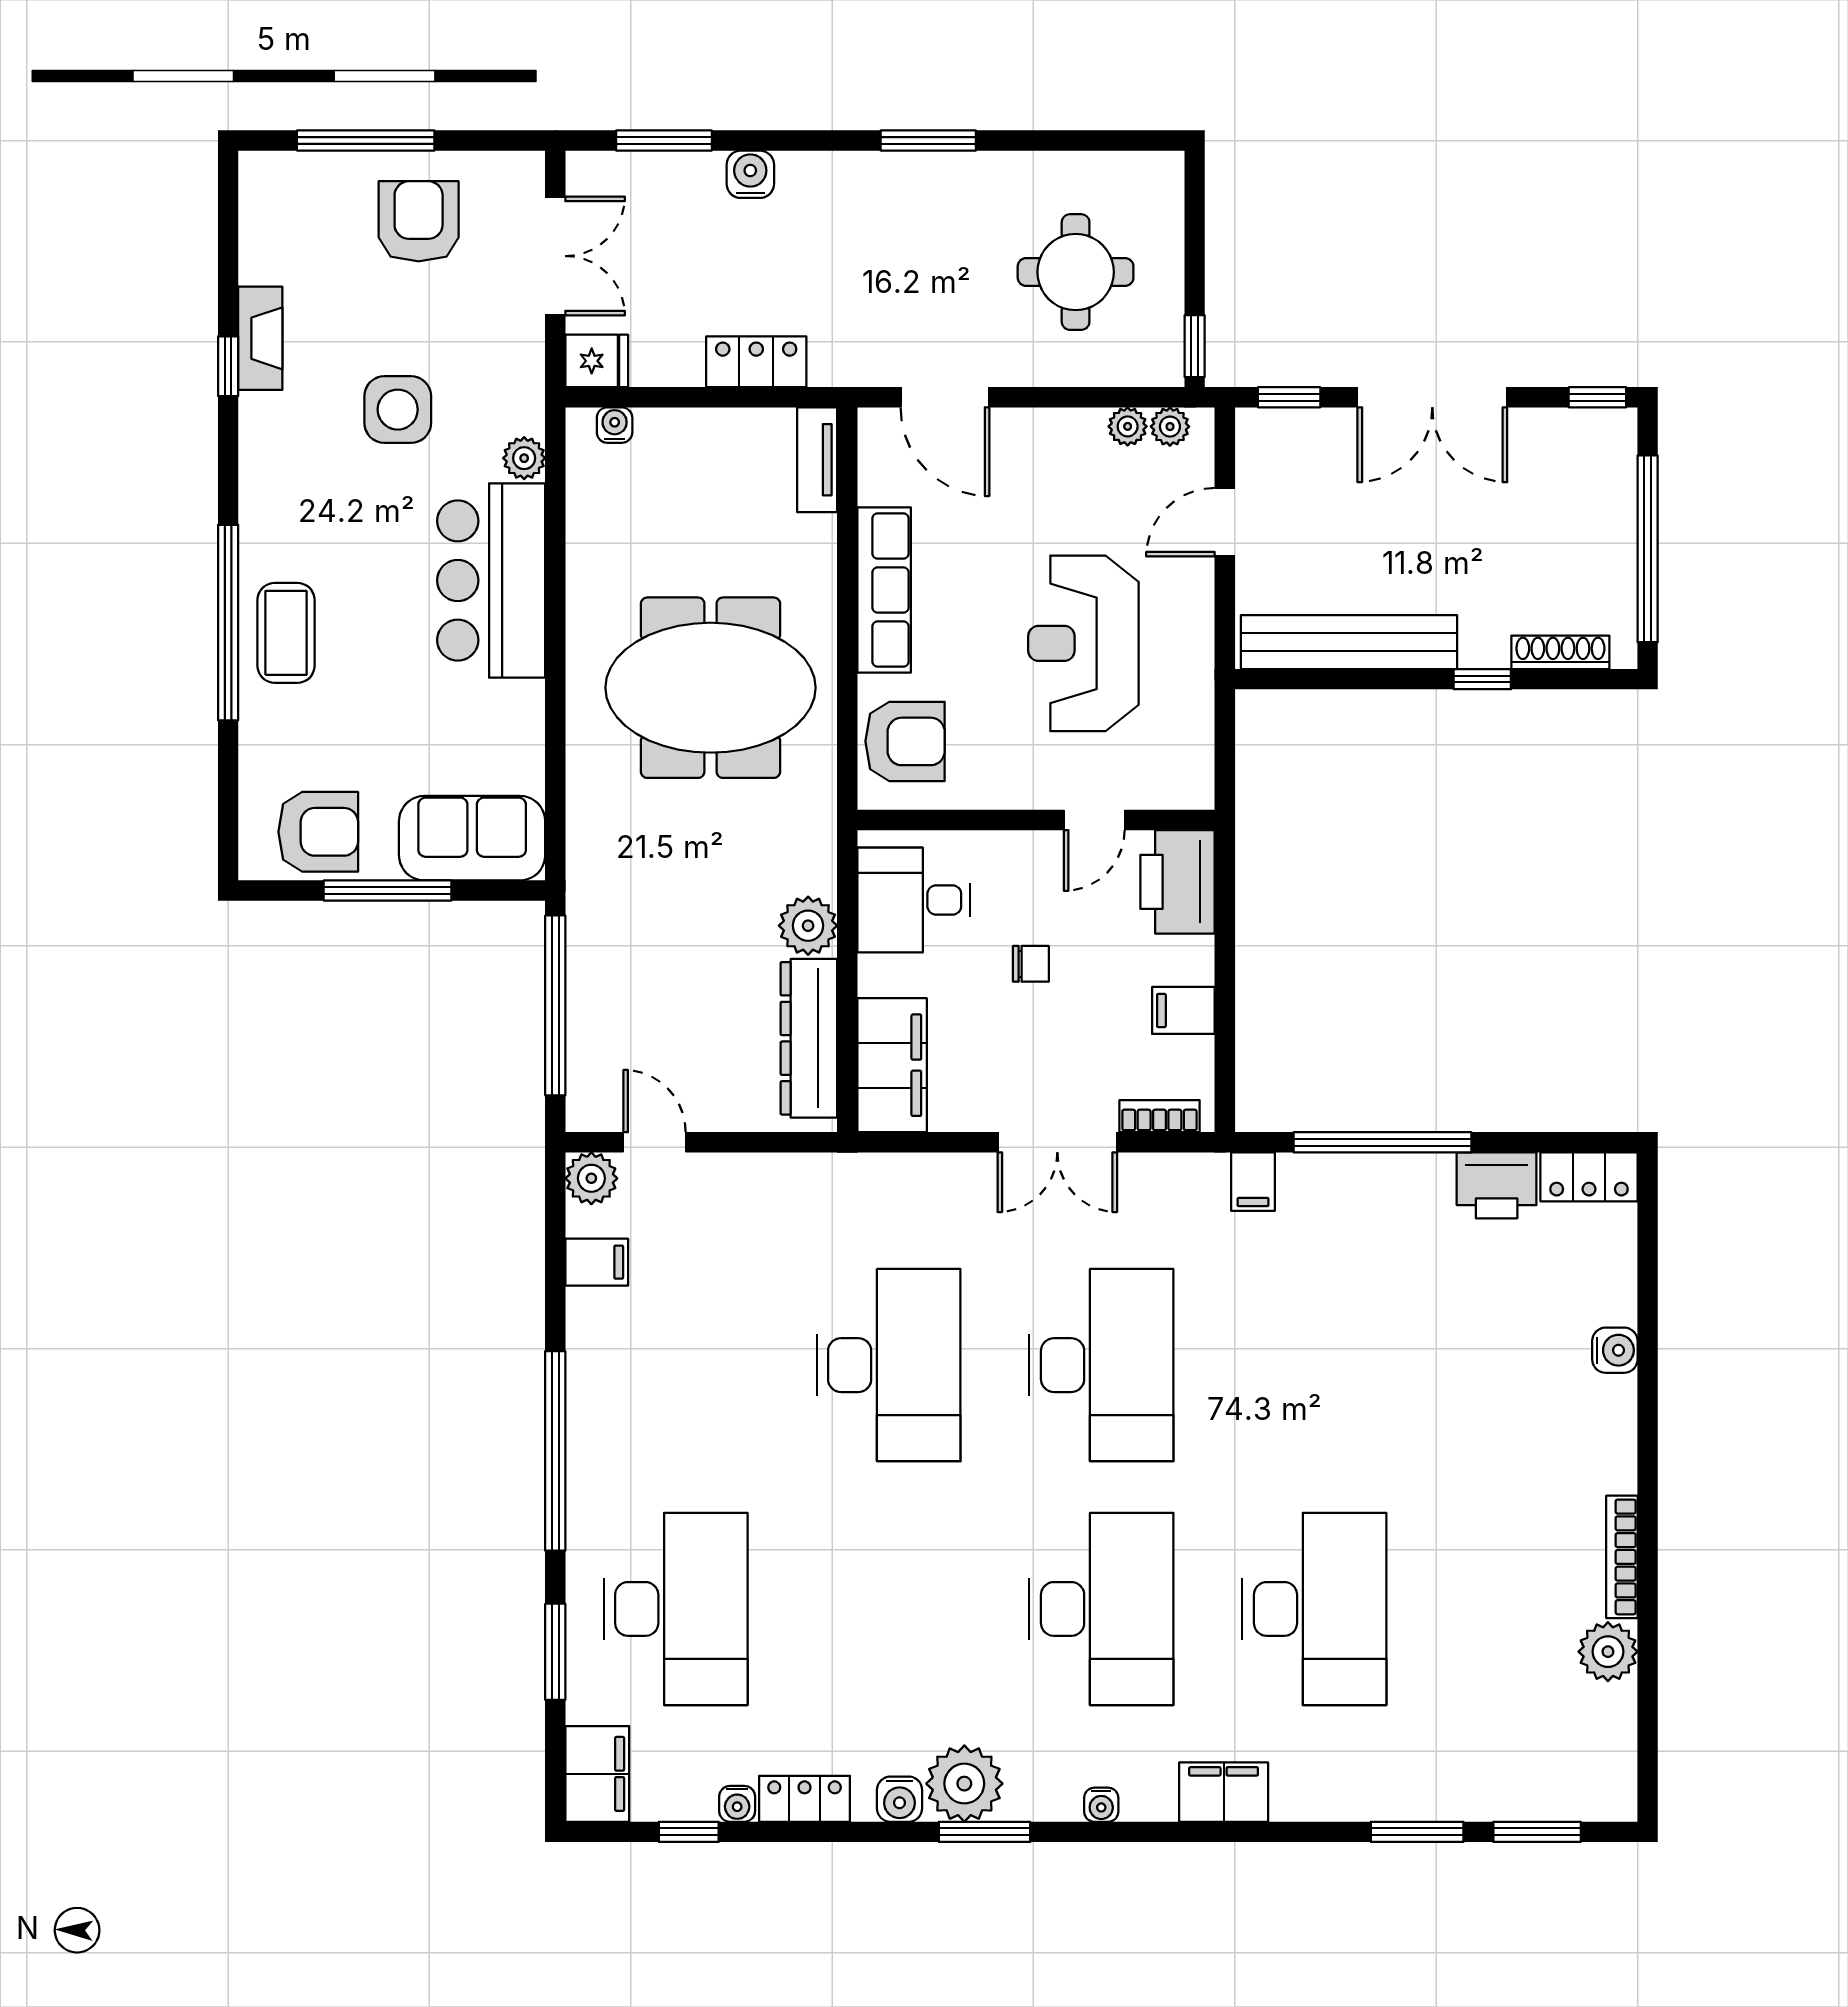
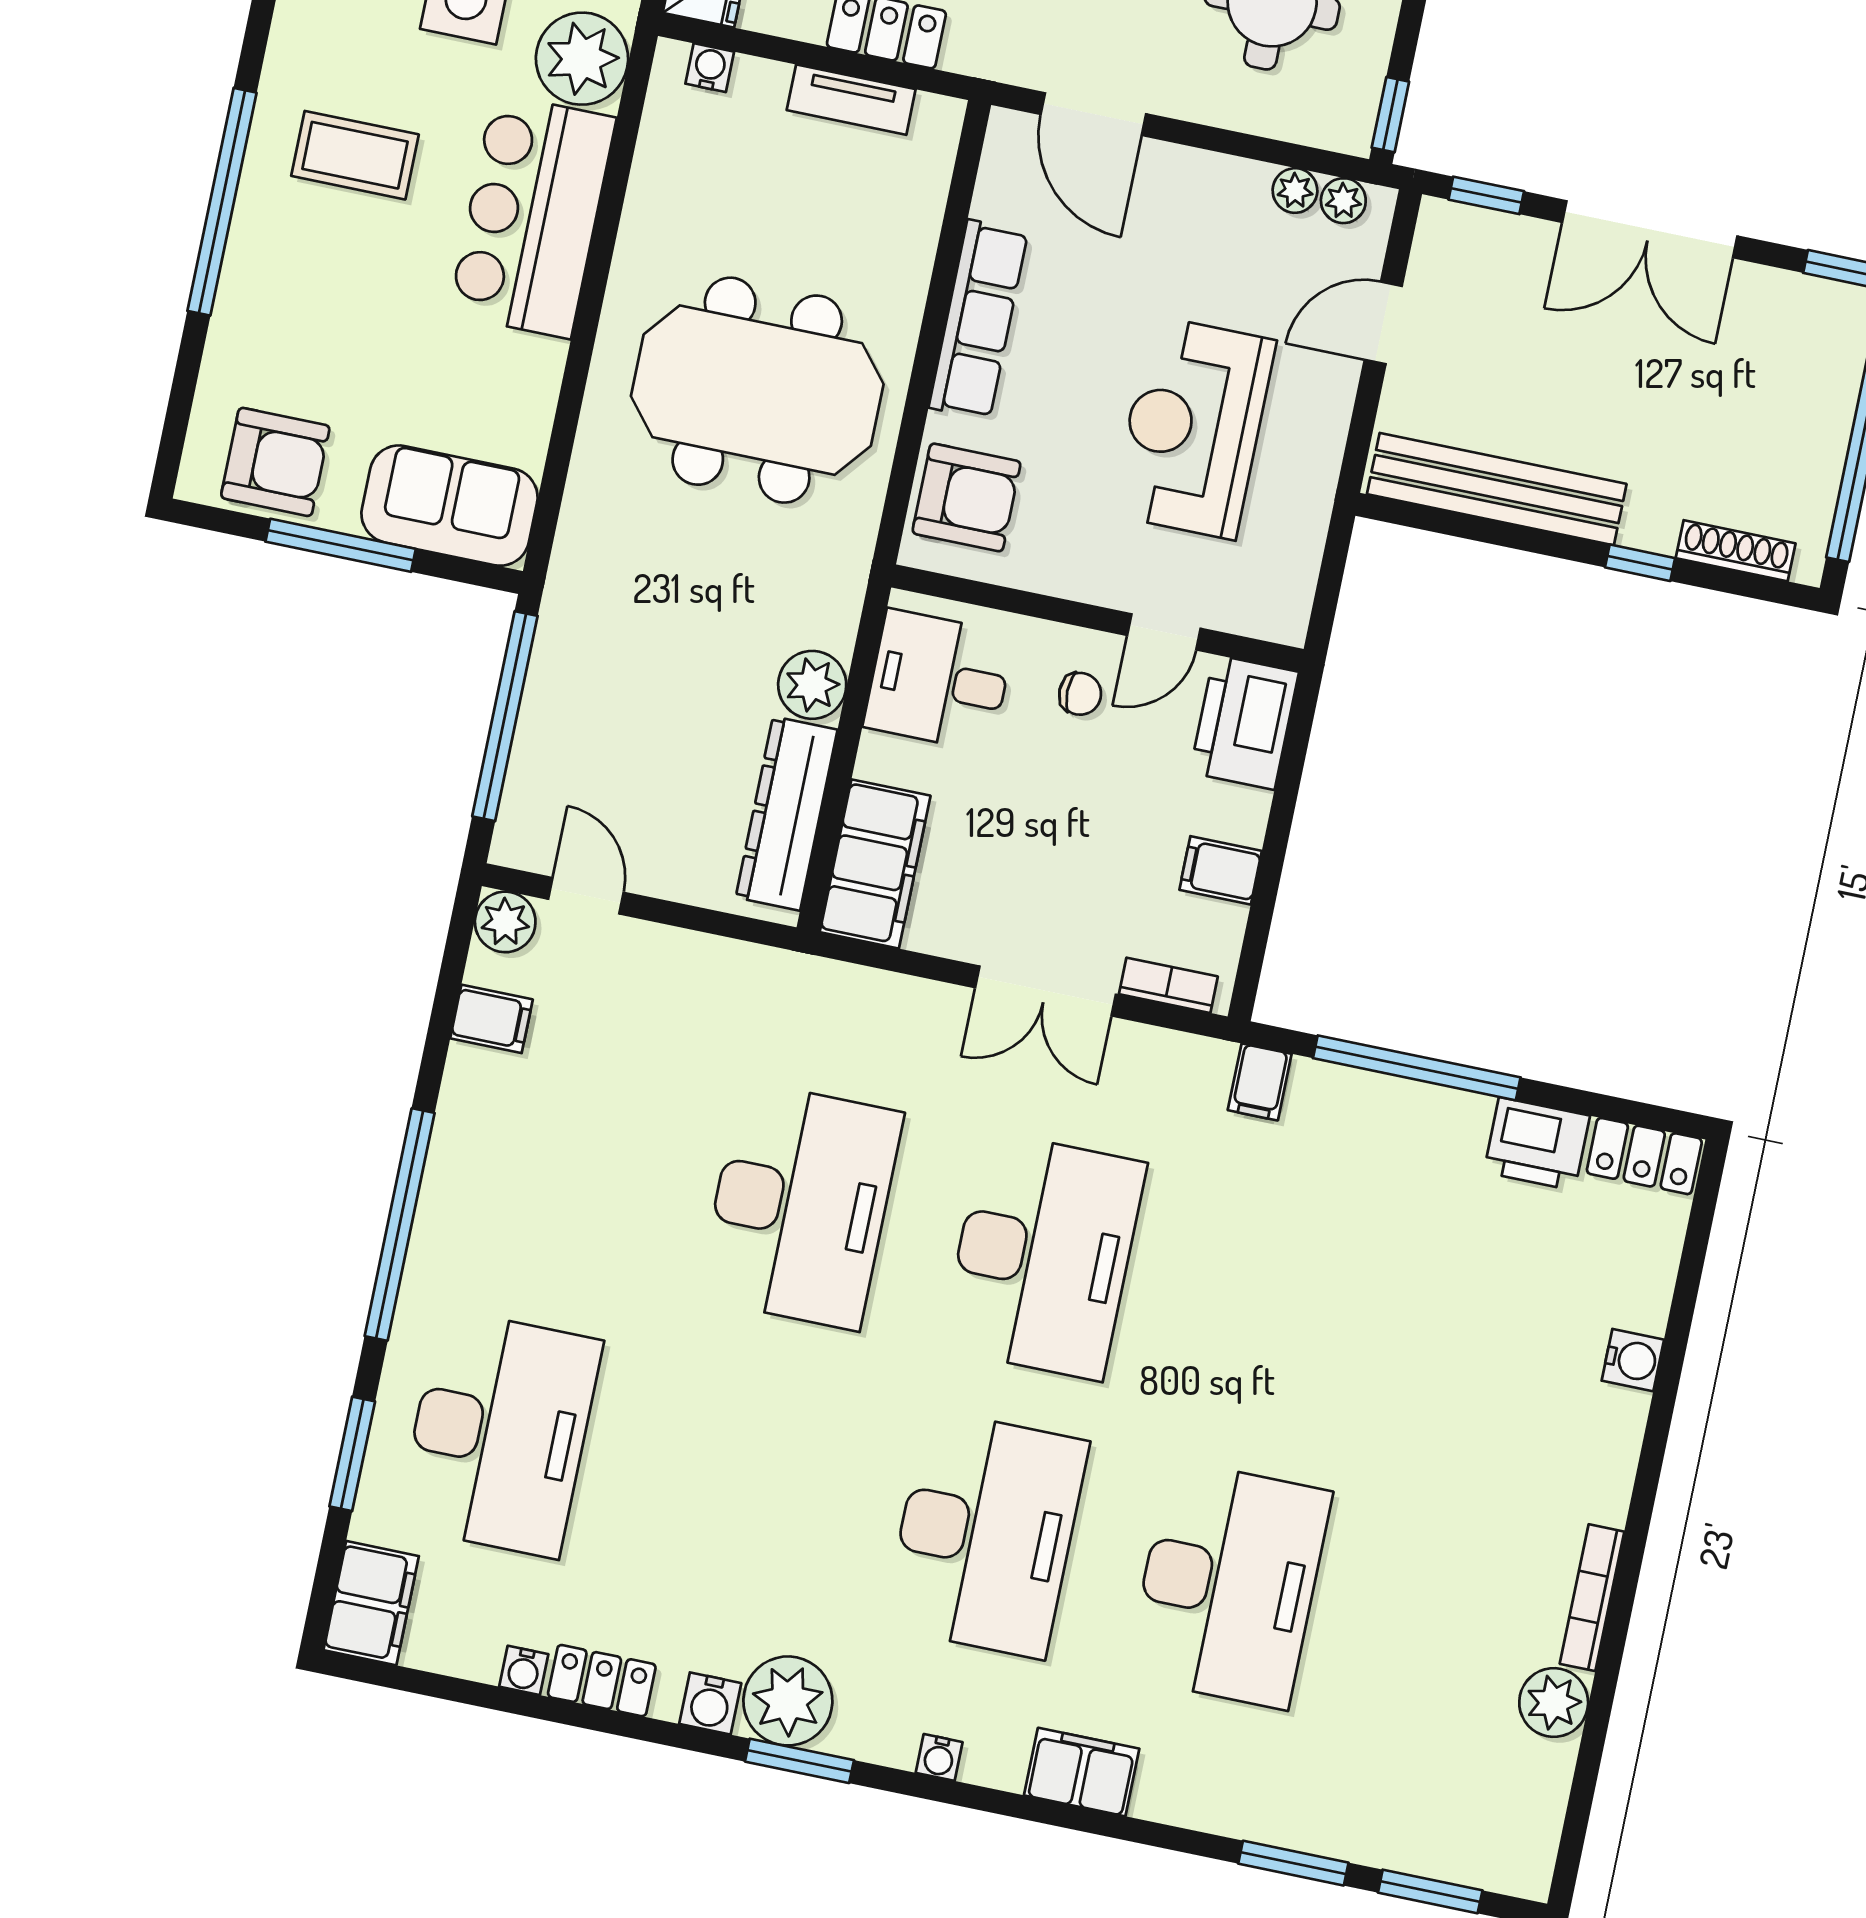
plant: (524, 458) -> (582, 59), width x1.88, depth x1.88
tv unit: (817, 460) -> (851, 100), moved, turned -90
coffee table: (286, 633) -> (355, 155), moved, turned 90
chair: (1031, 964) -> (1080, 694), moved
window: (689, 1832) -> (462, 1691), removed

